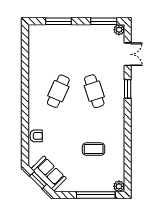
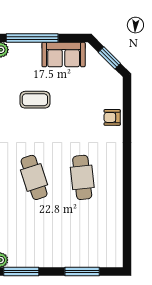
cafe table: (58, 91) -> (82, 177), turned -30
sofa: (49, 173) -> (64, 55), moved, turned -45

